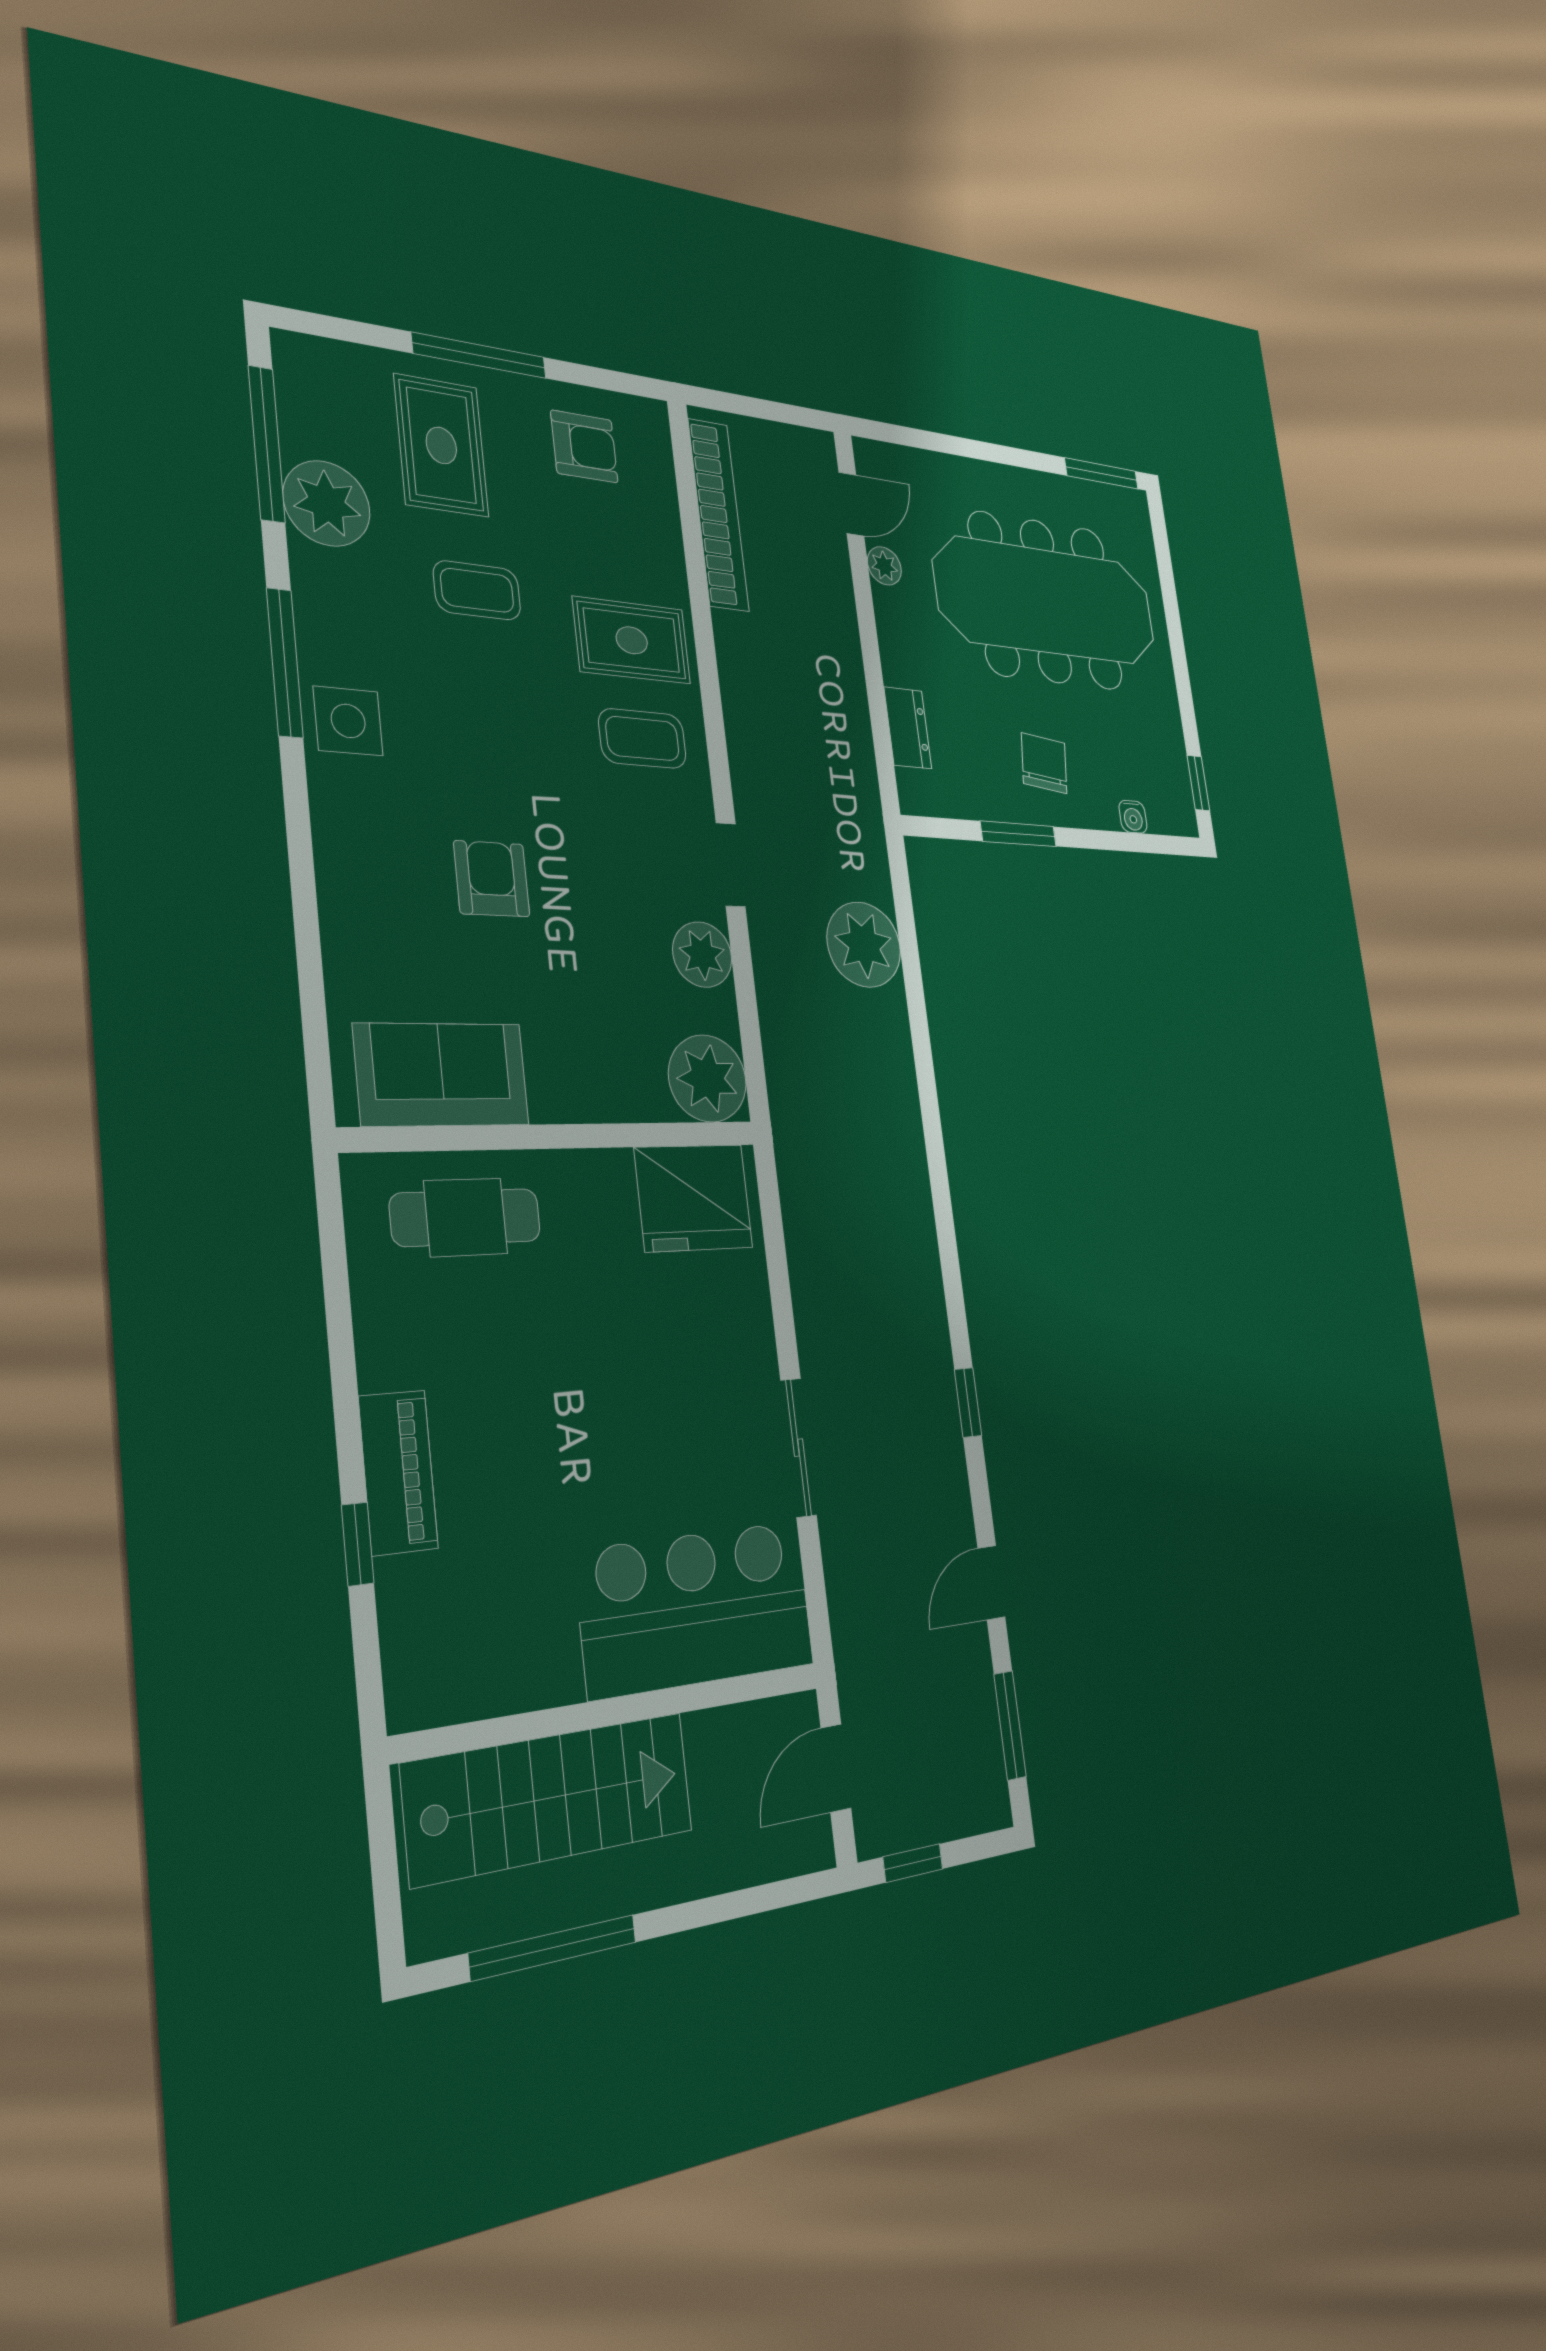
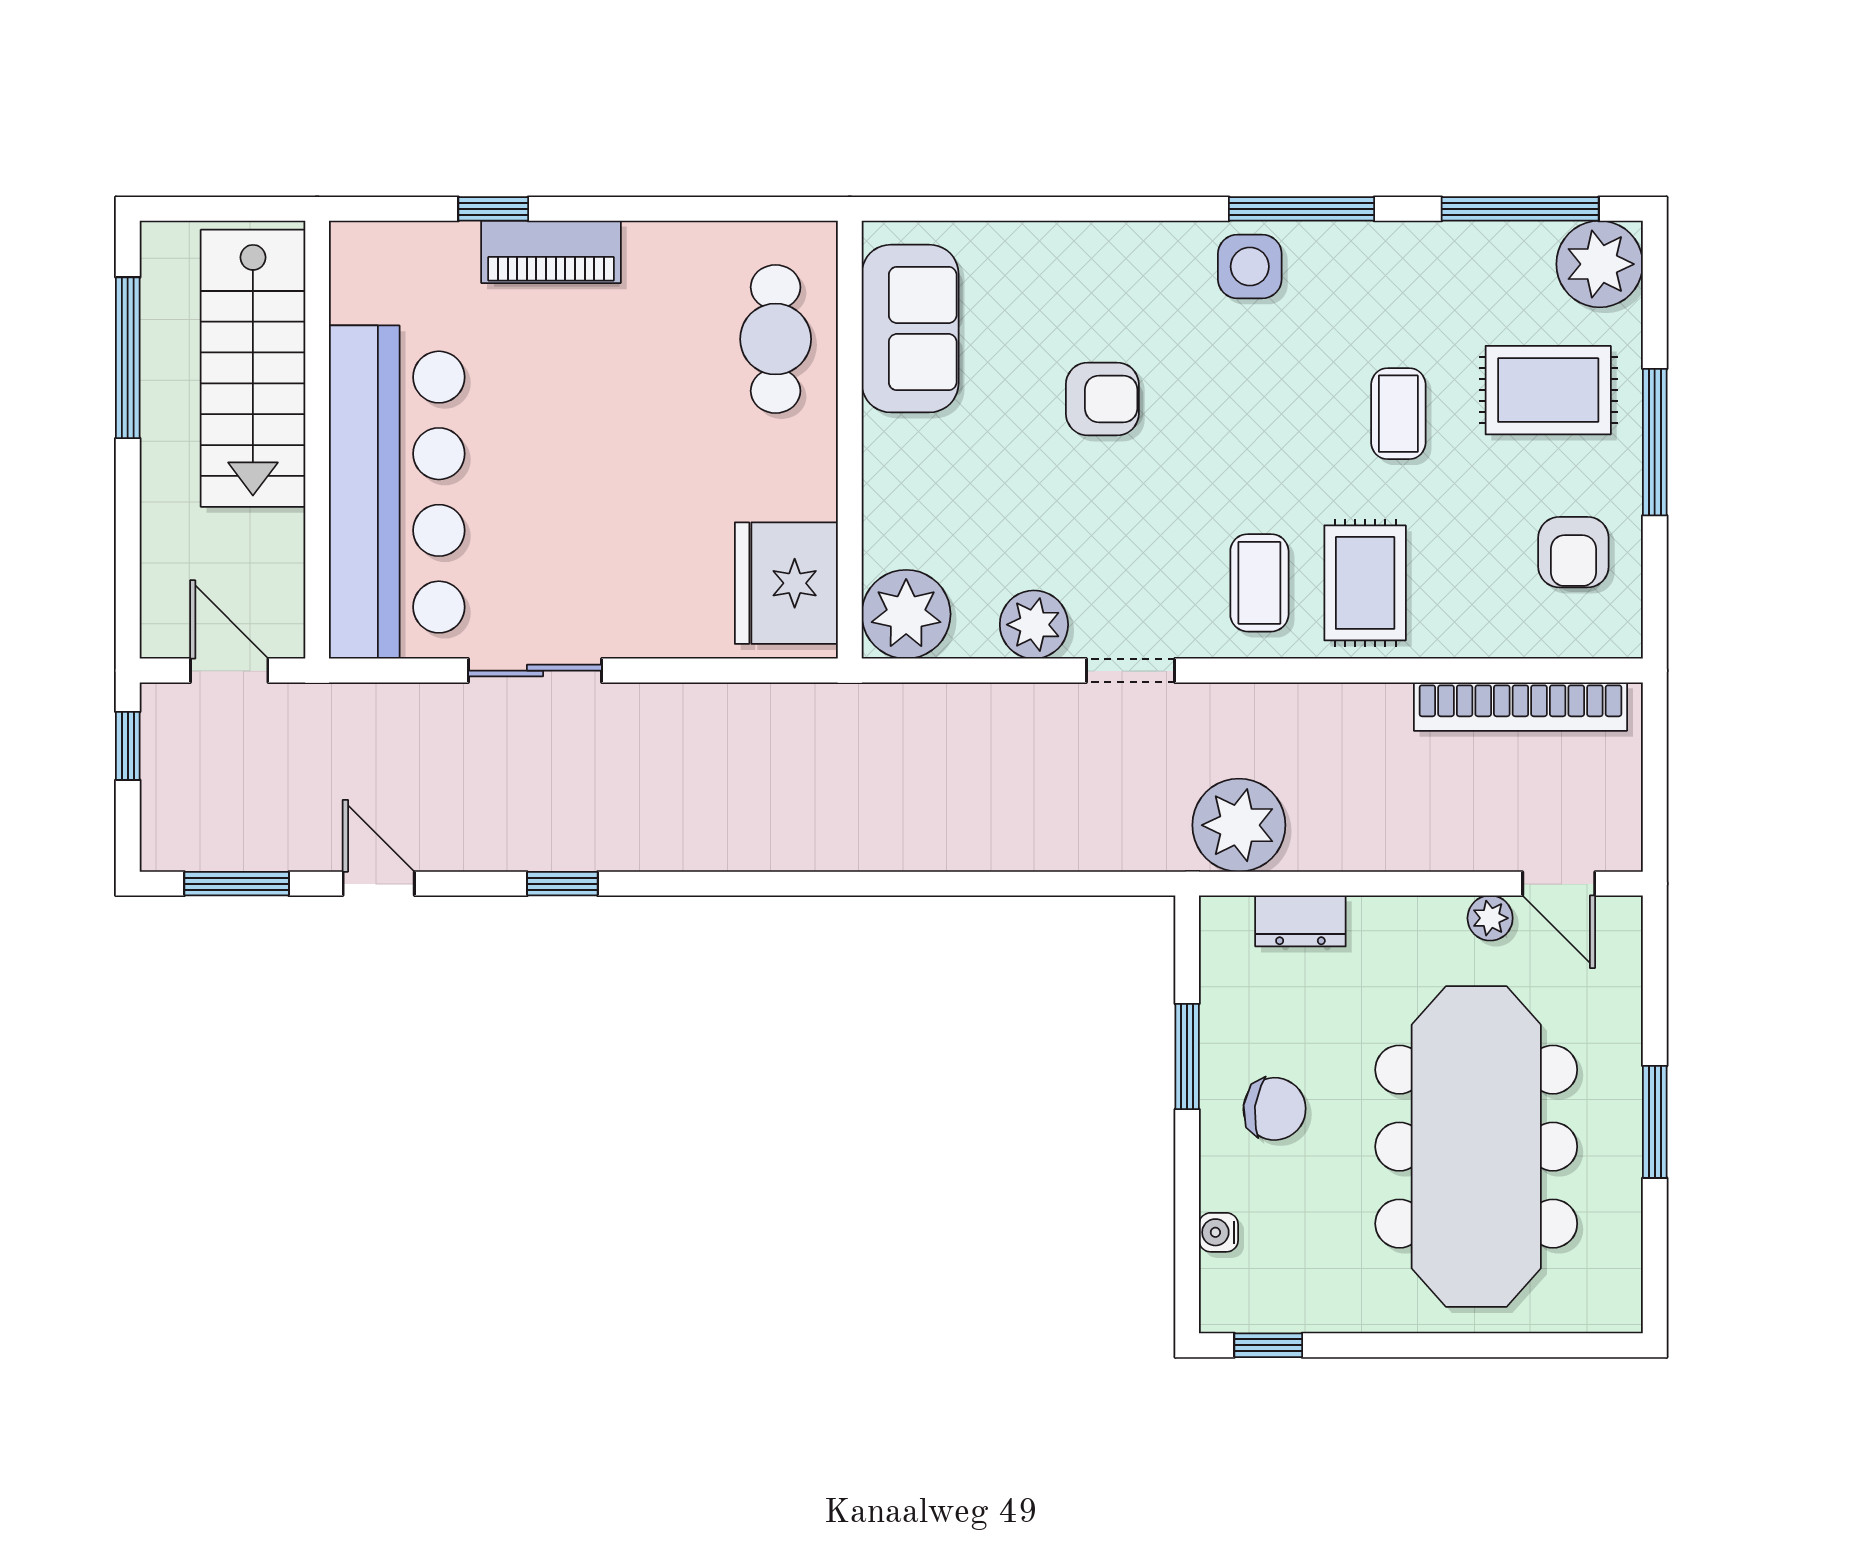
window: (1102, 473) -> (1655, 1122), moved
plant: (327, 503) -> (1600, 264), moved
plant: (864, 945) -> (1239, 825), moved
bar counter: (696, 1608) -> (397, 492), width x1.36

